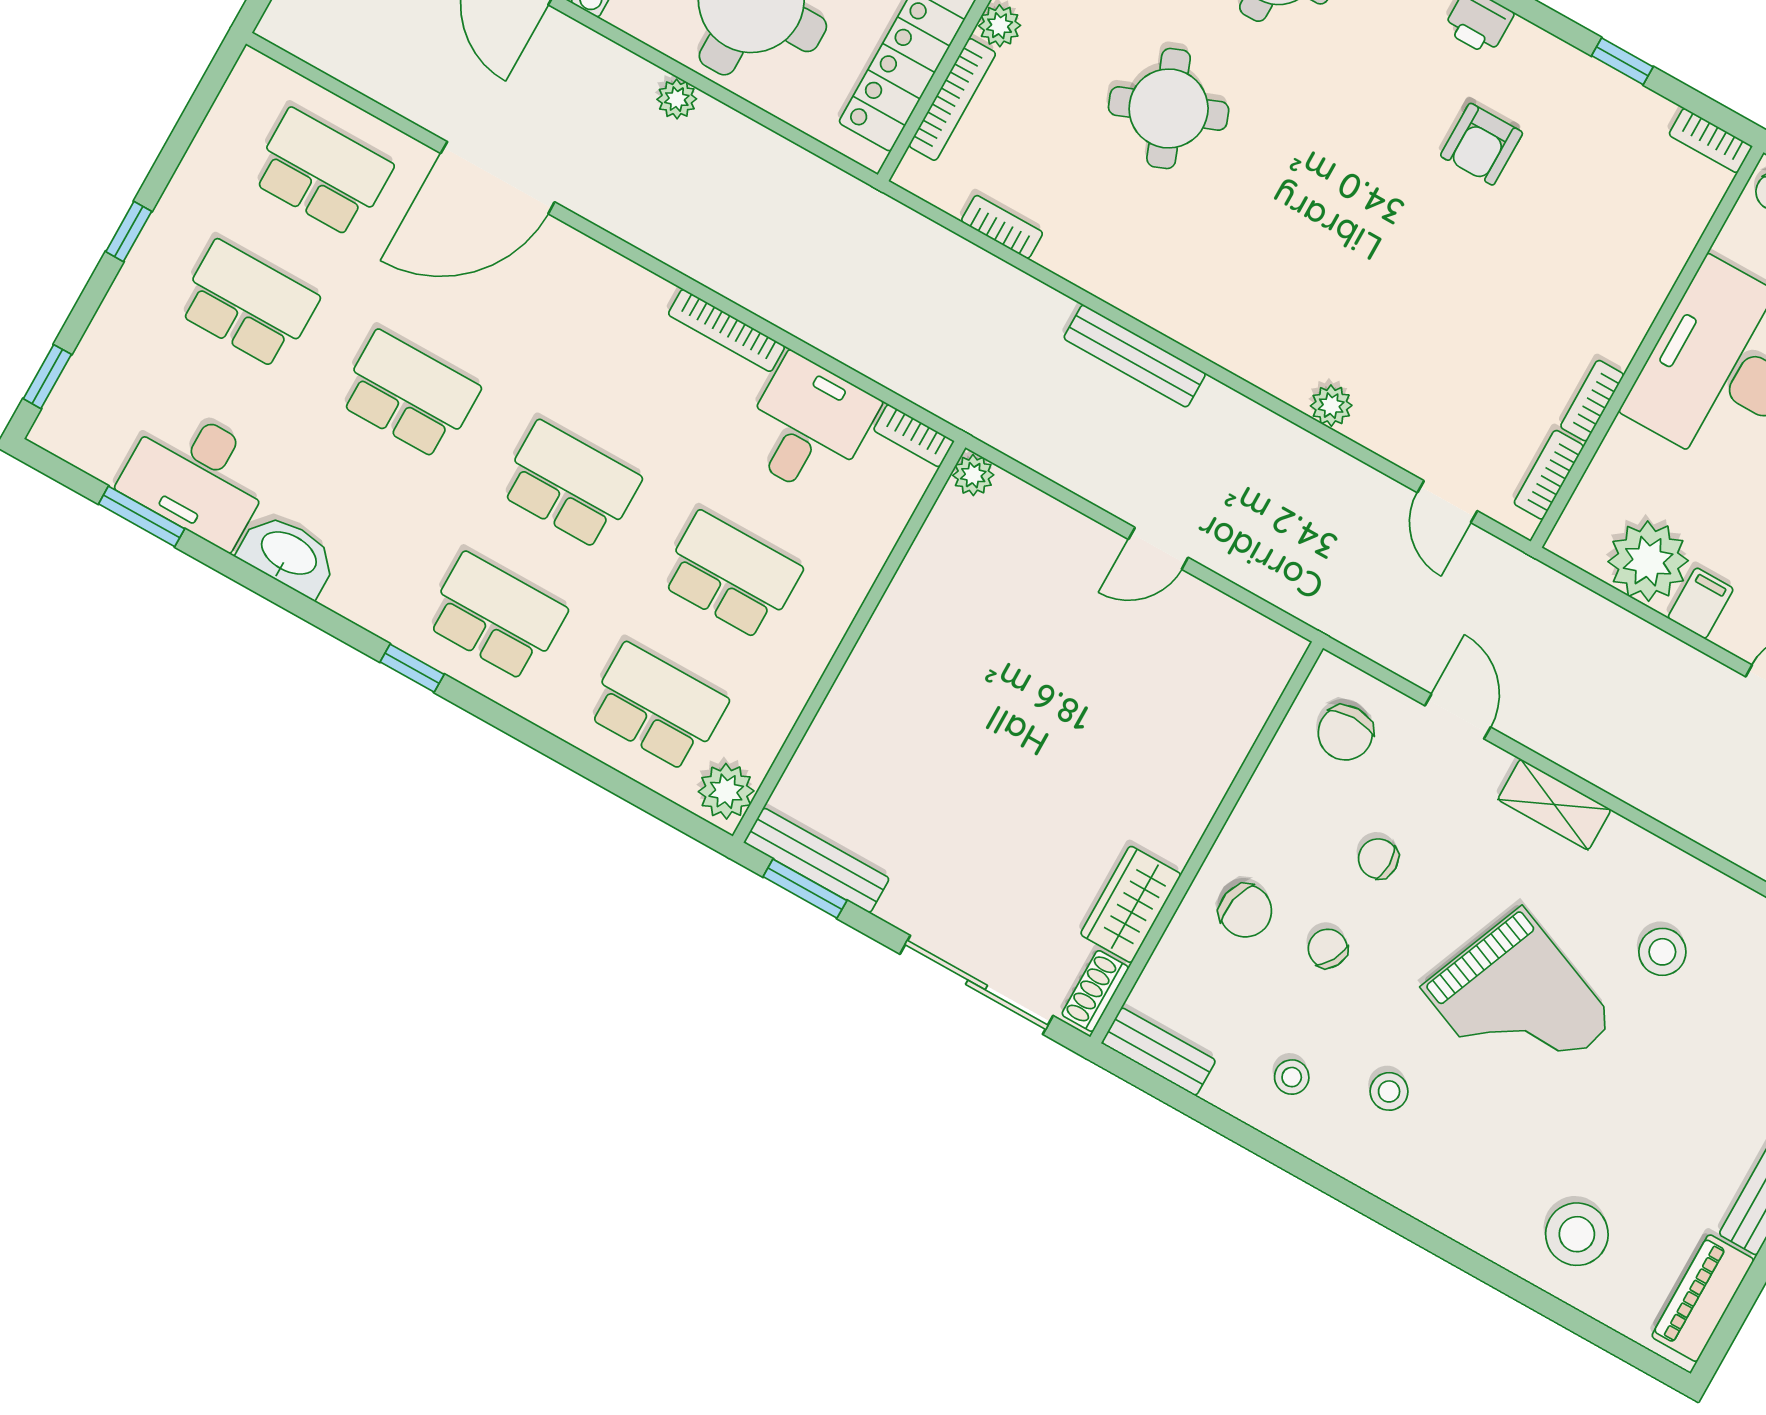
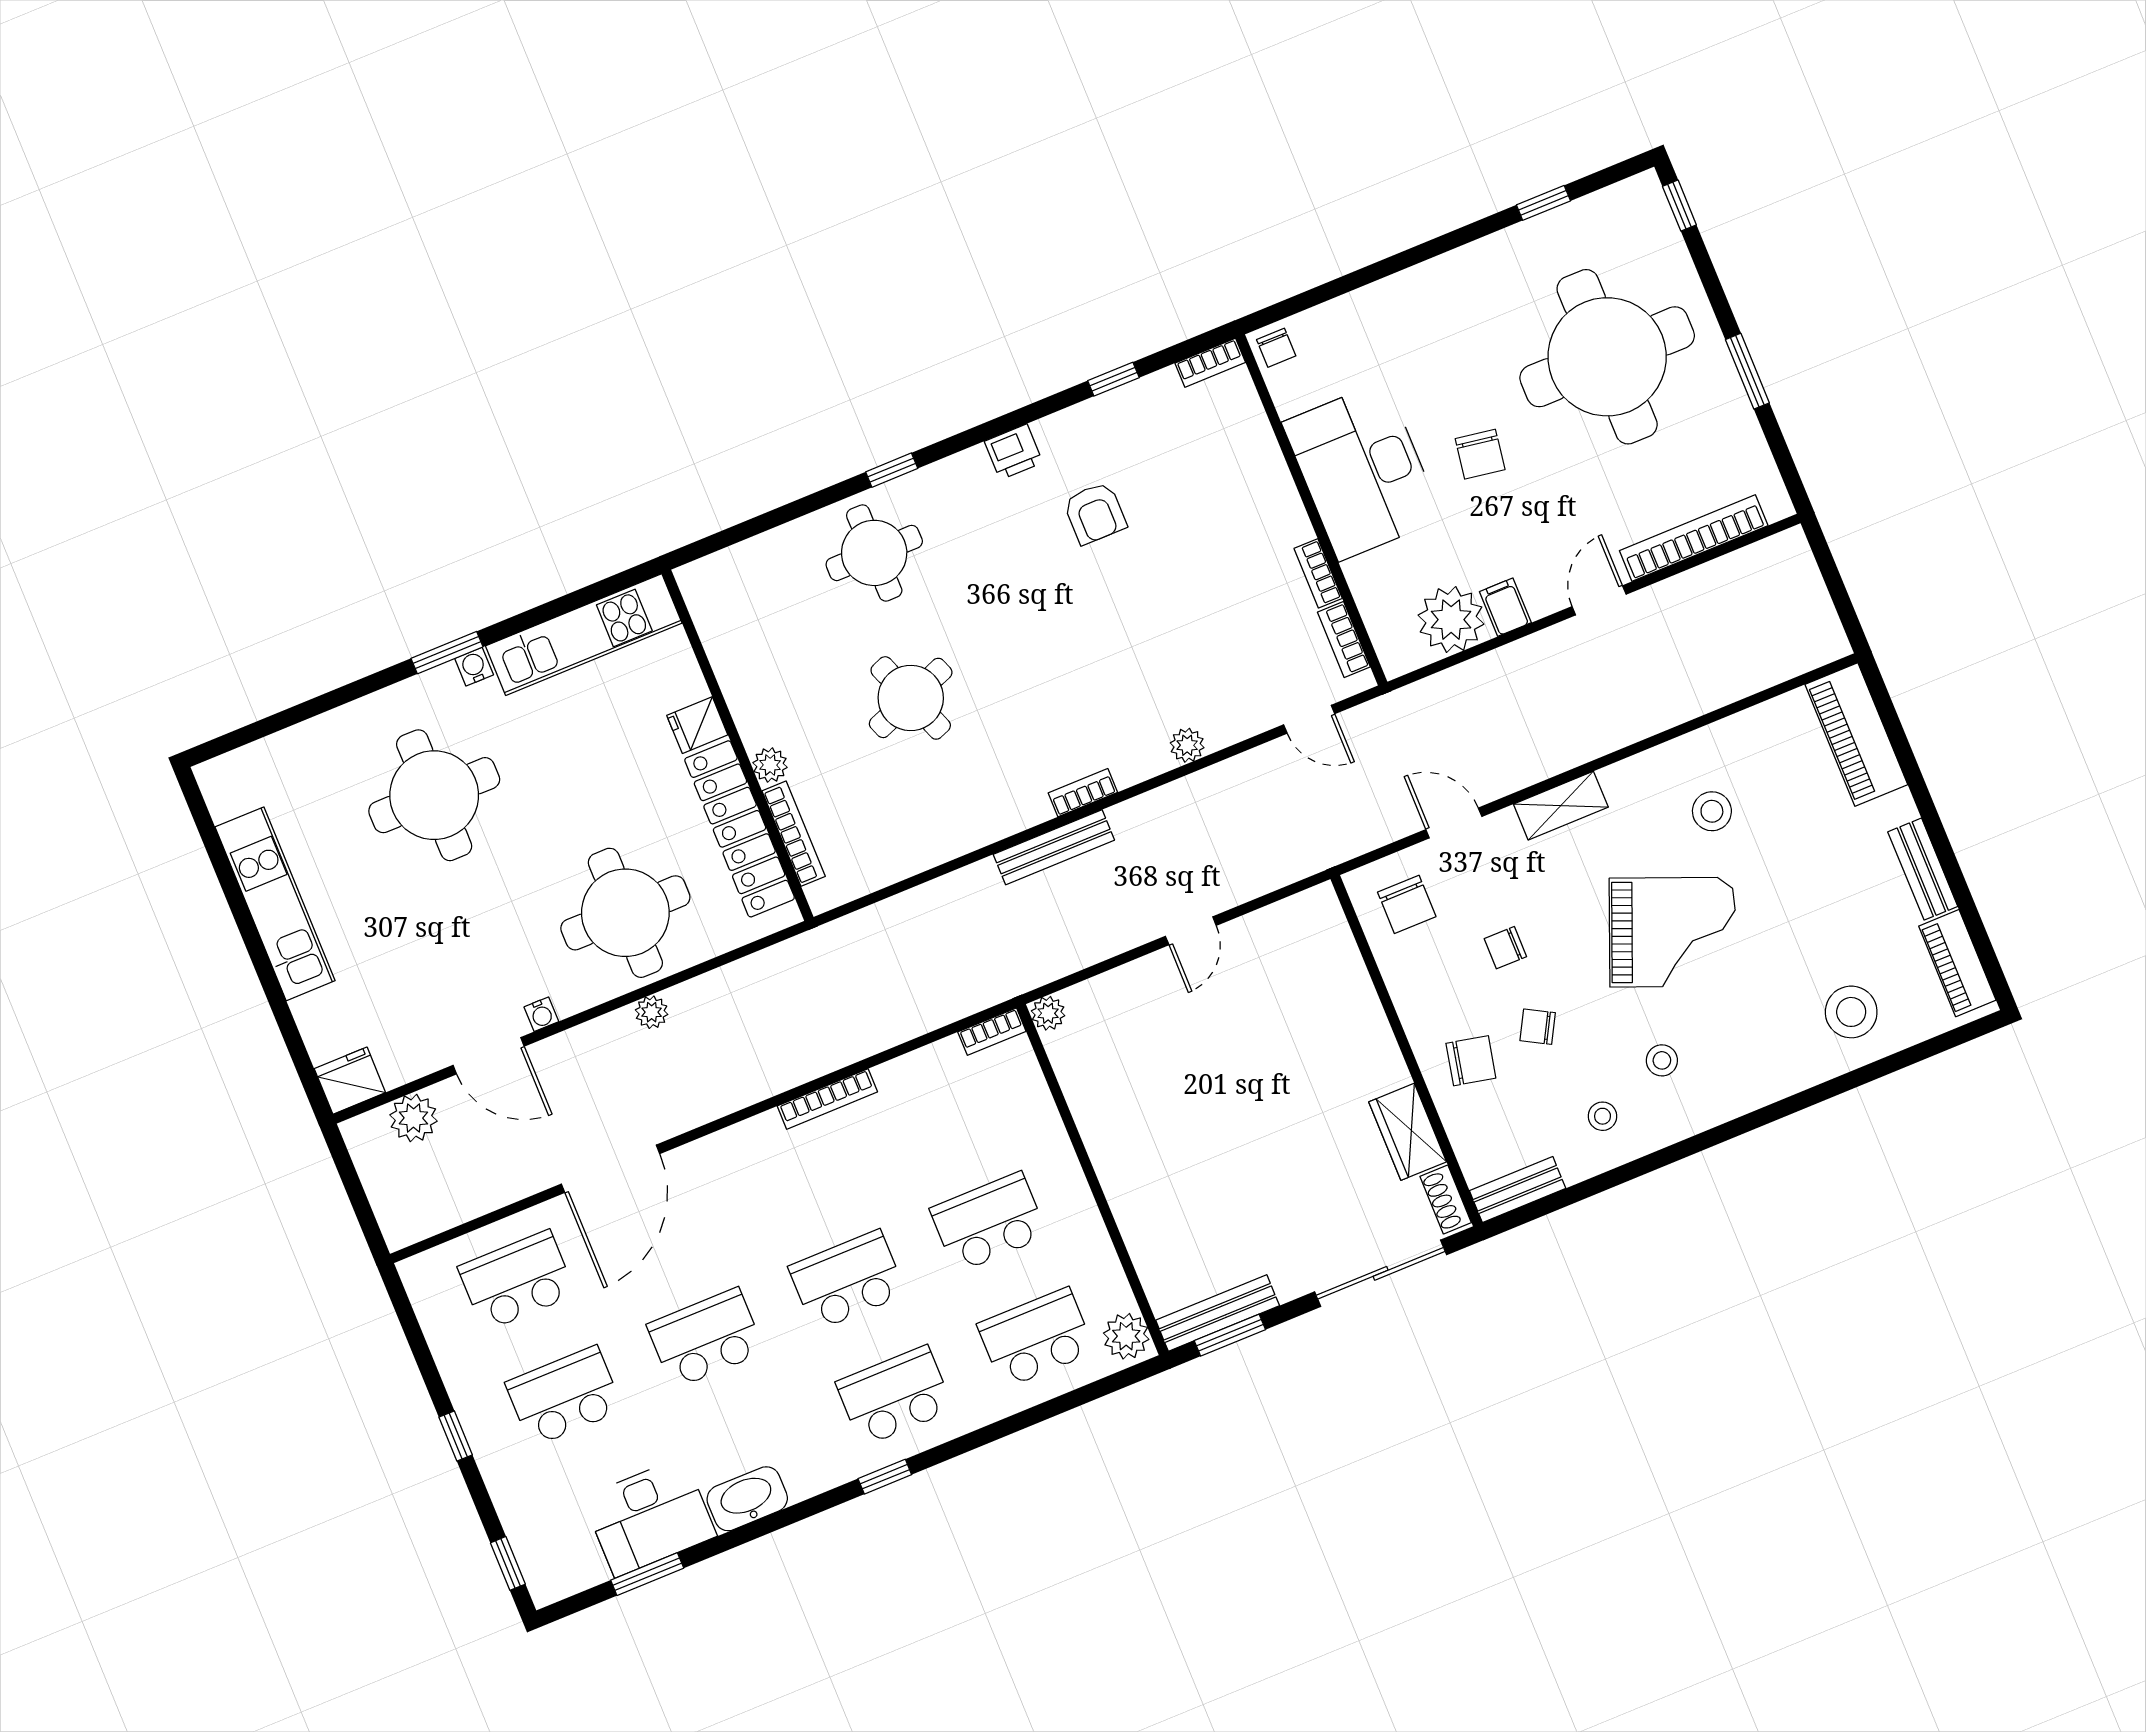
bookcase: (1002, 227) -> (1083, 793), moved
desk: (808, 426) -> (931, 1095), removed

